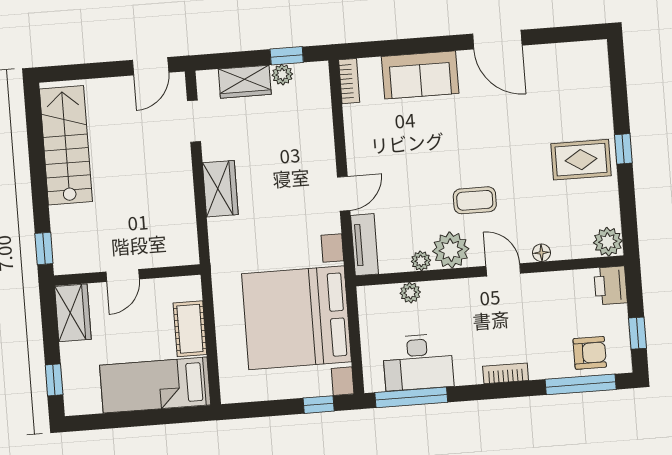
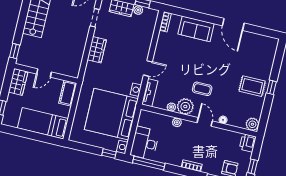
plant: (410, 293) -> (177, 122), moved
cot: (190, 329) -> (68, 93), moved
desk: (418, 362) -> (145, 143), moved, turned 90

